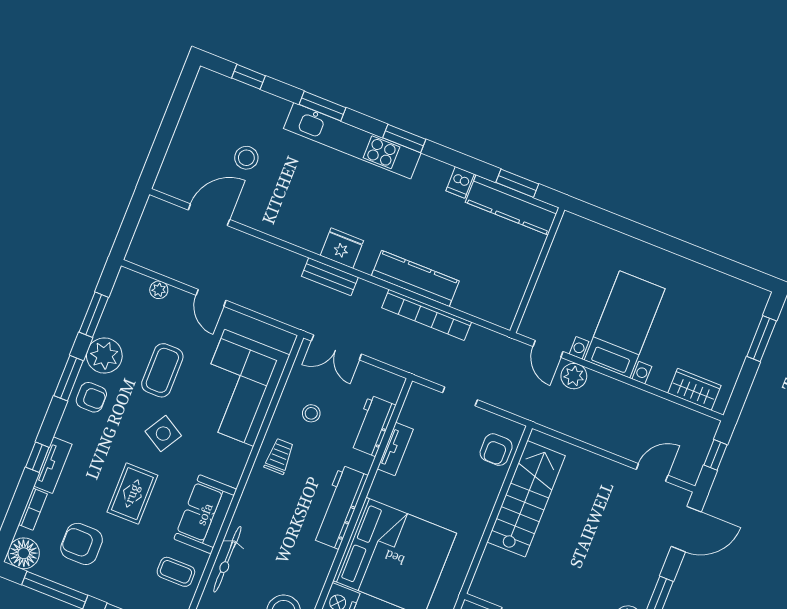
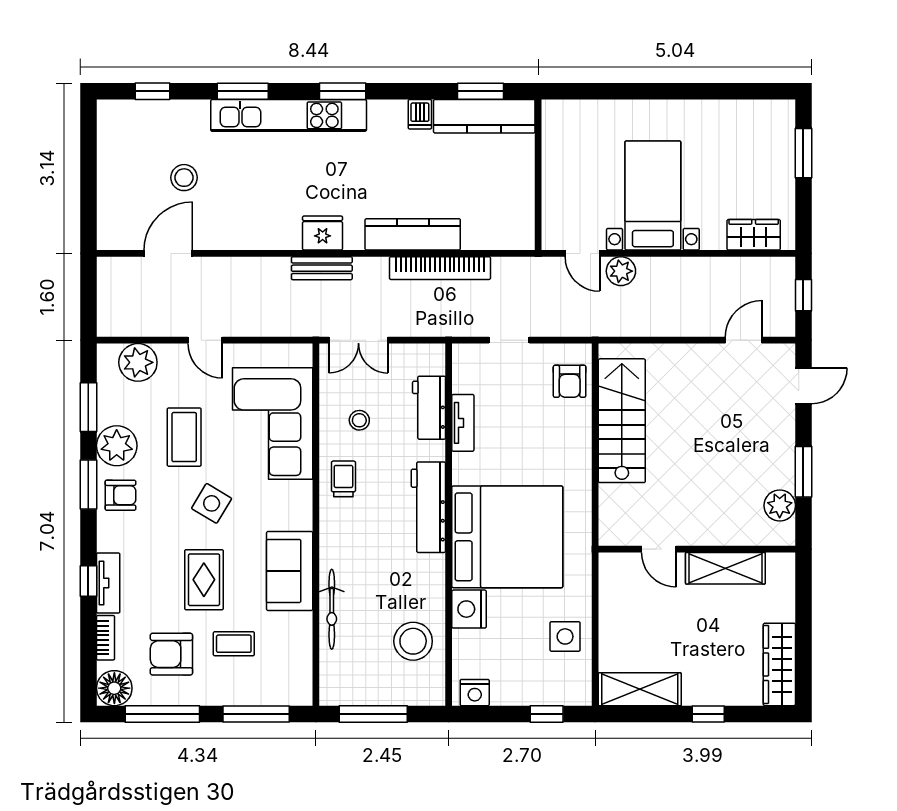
plant: (159, 290) -> (138, 362), width x1.87, depth x1.87
door: (686, 529) -> (803, 386), width x0.73
coffee table: (176, 572) -> (234, 644), moved

